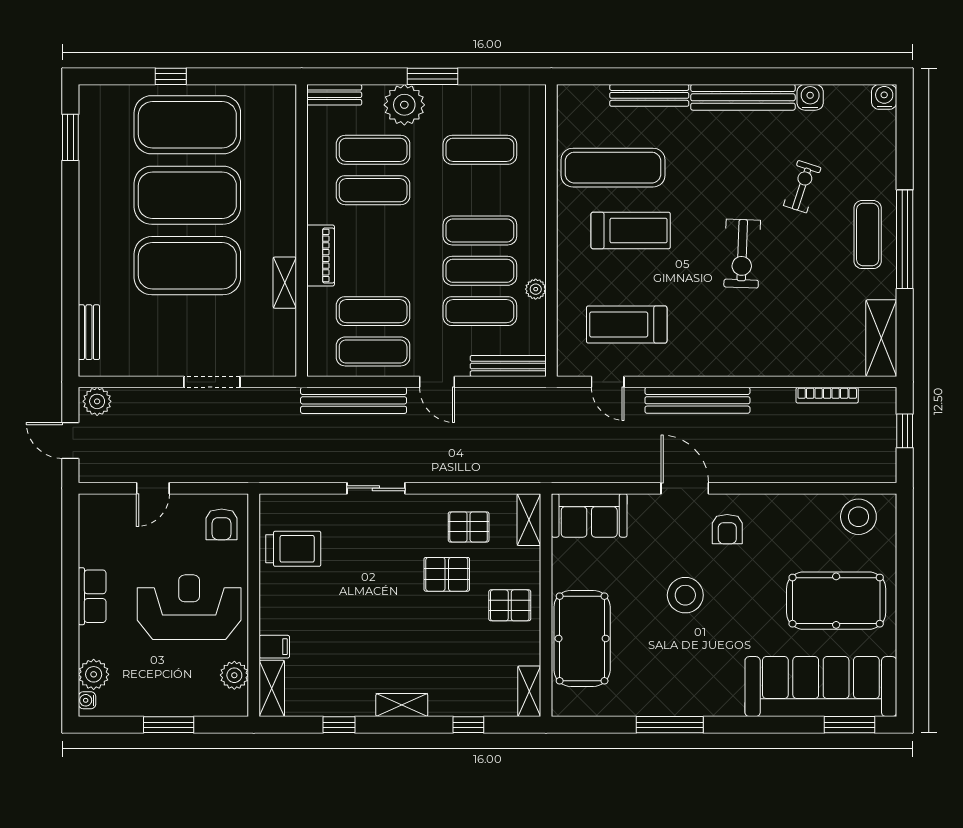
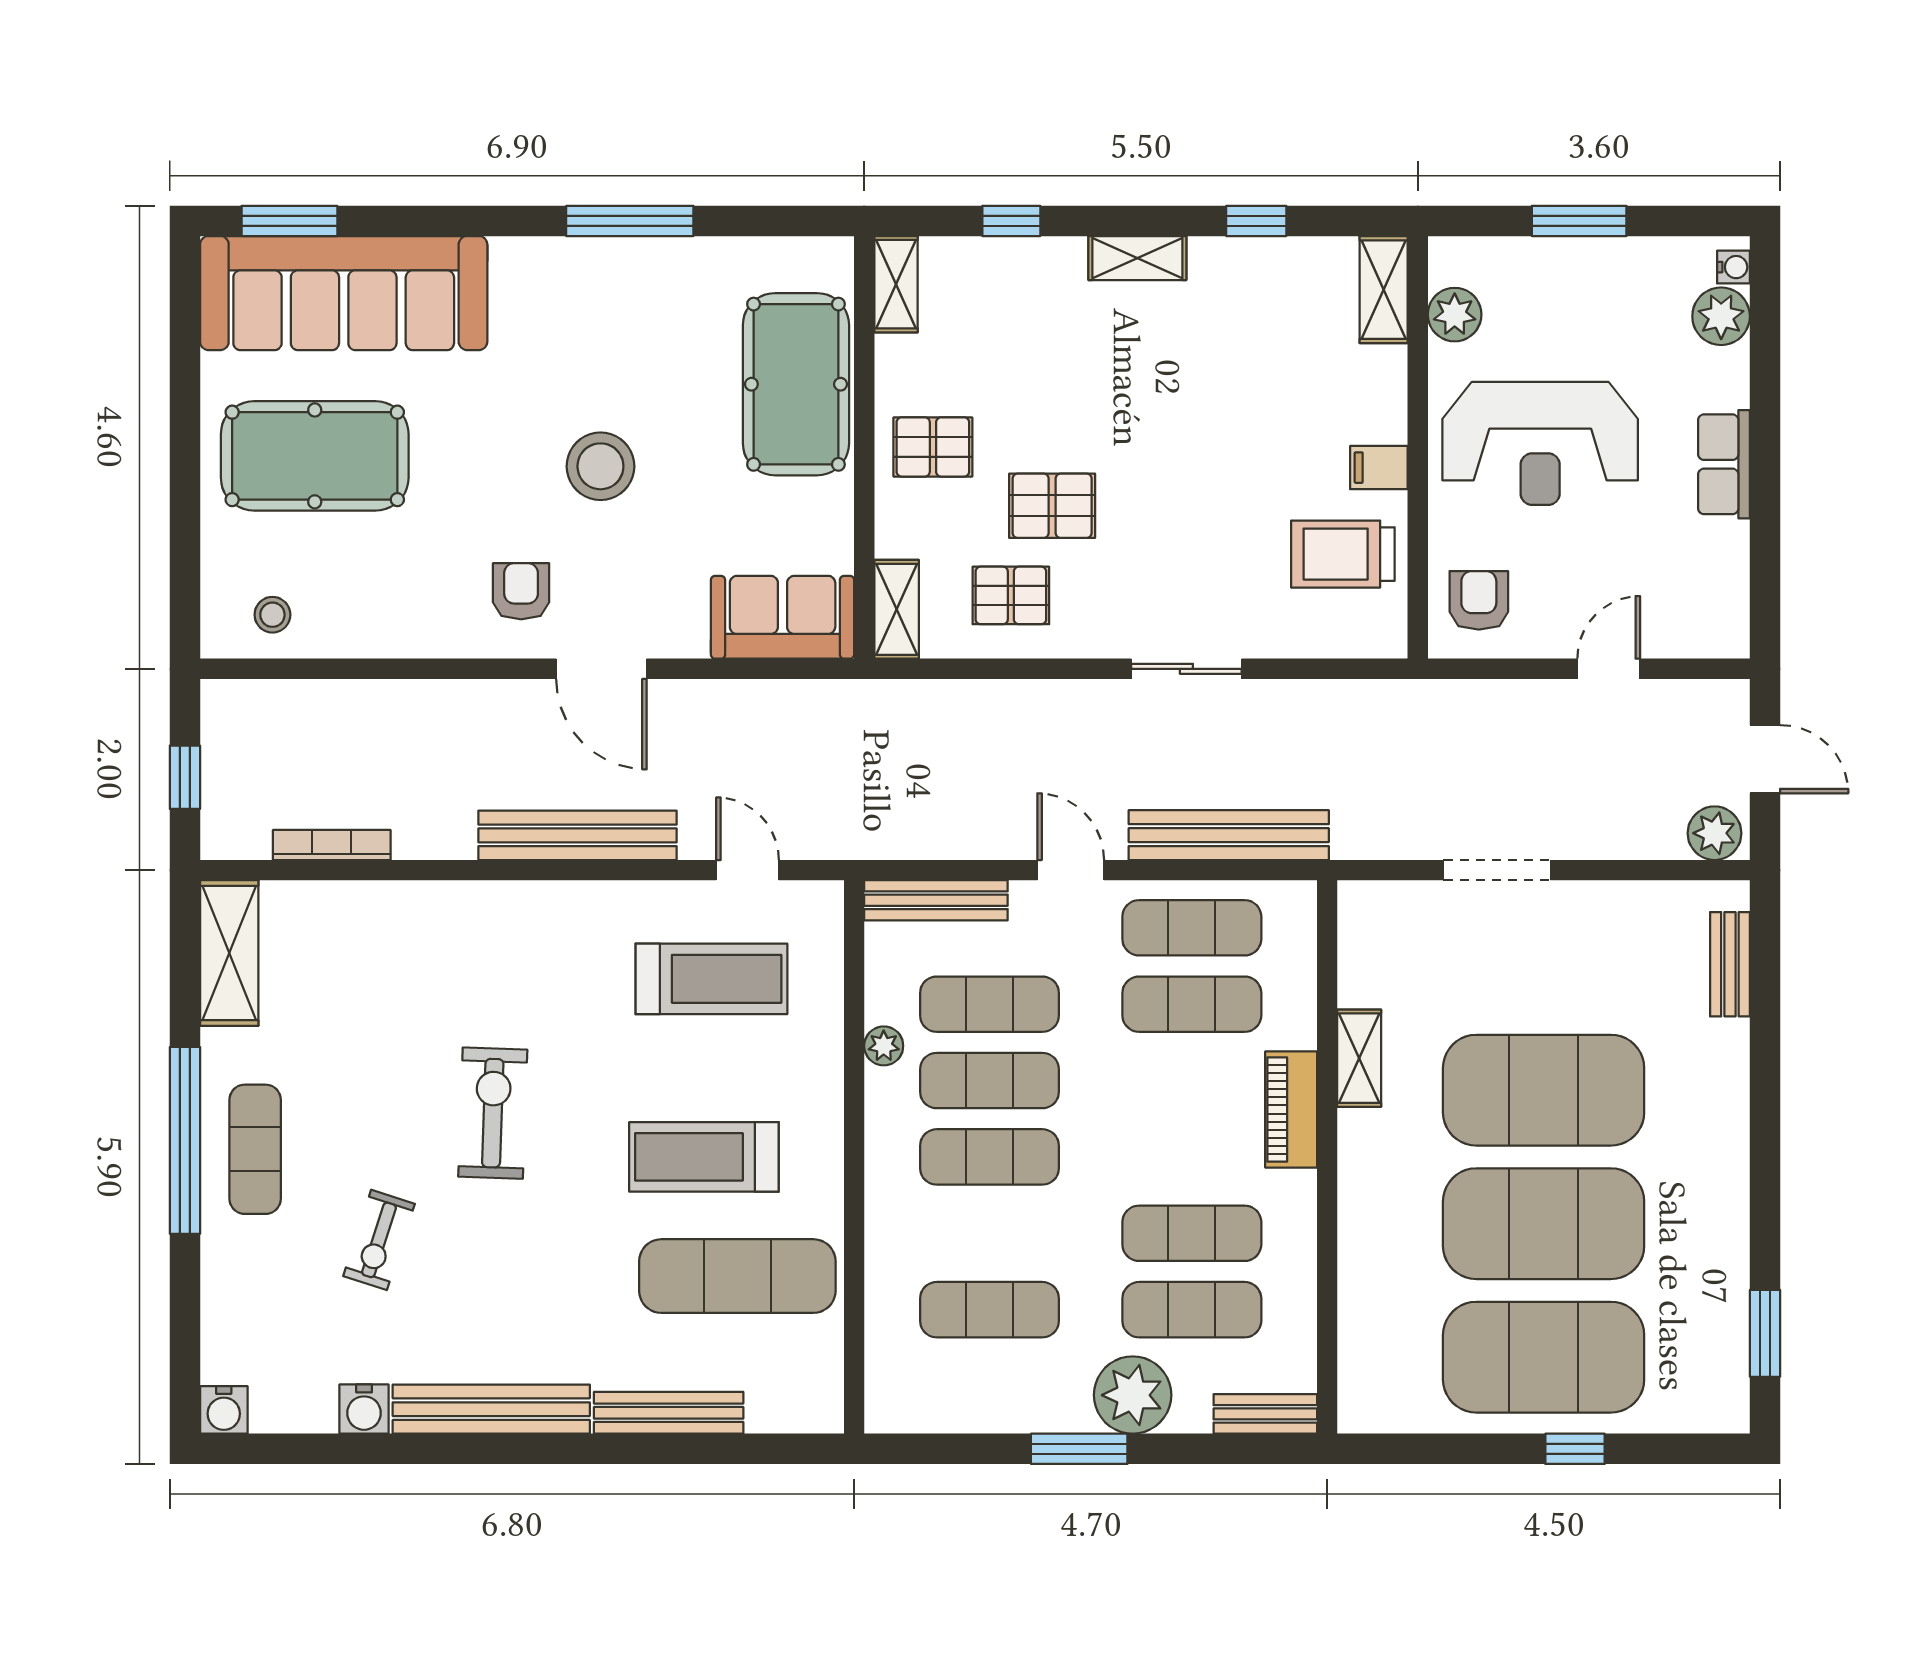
stool: (858, 517) -> (272, 615), width x0.53, depth x0.53
filing cabinet: (274, 647) -> (1379, 468), moved

